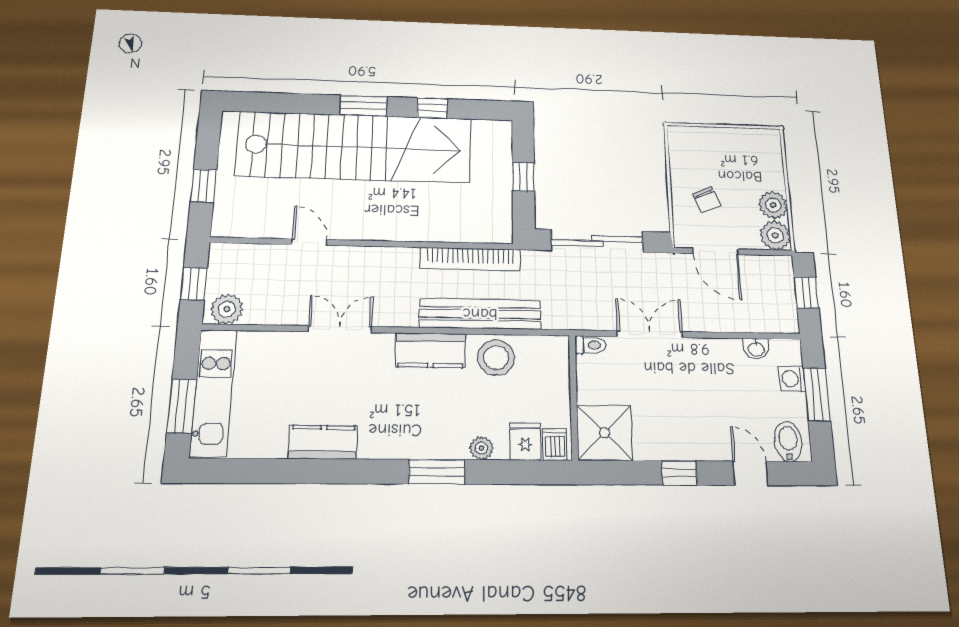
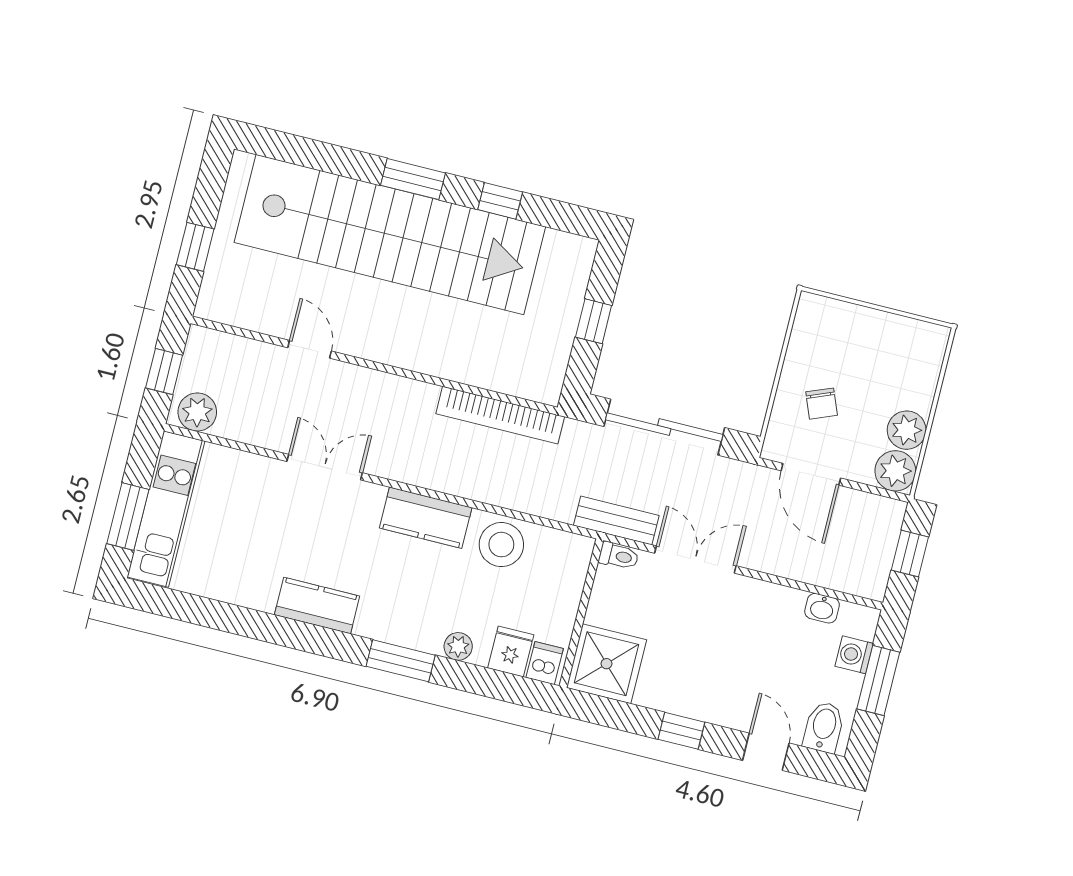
bench: (480, 314) -> (616, 520), moved, width x0.54, depth x0.82
kitchen counter: (323, 442) -> (317, 605), moved

